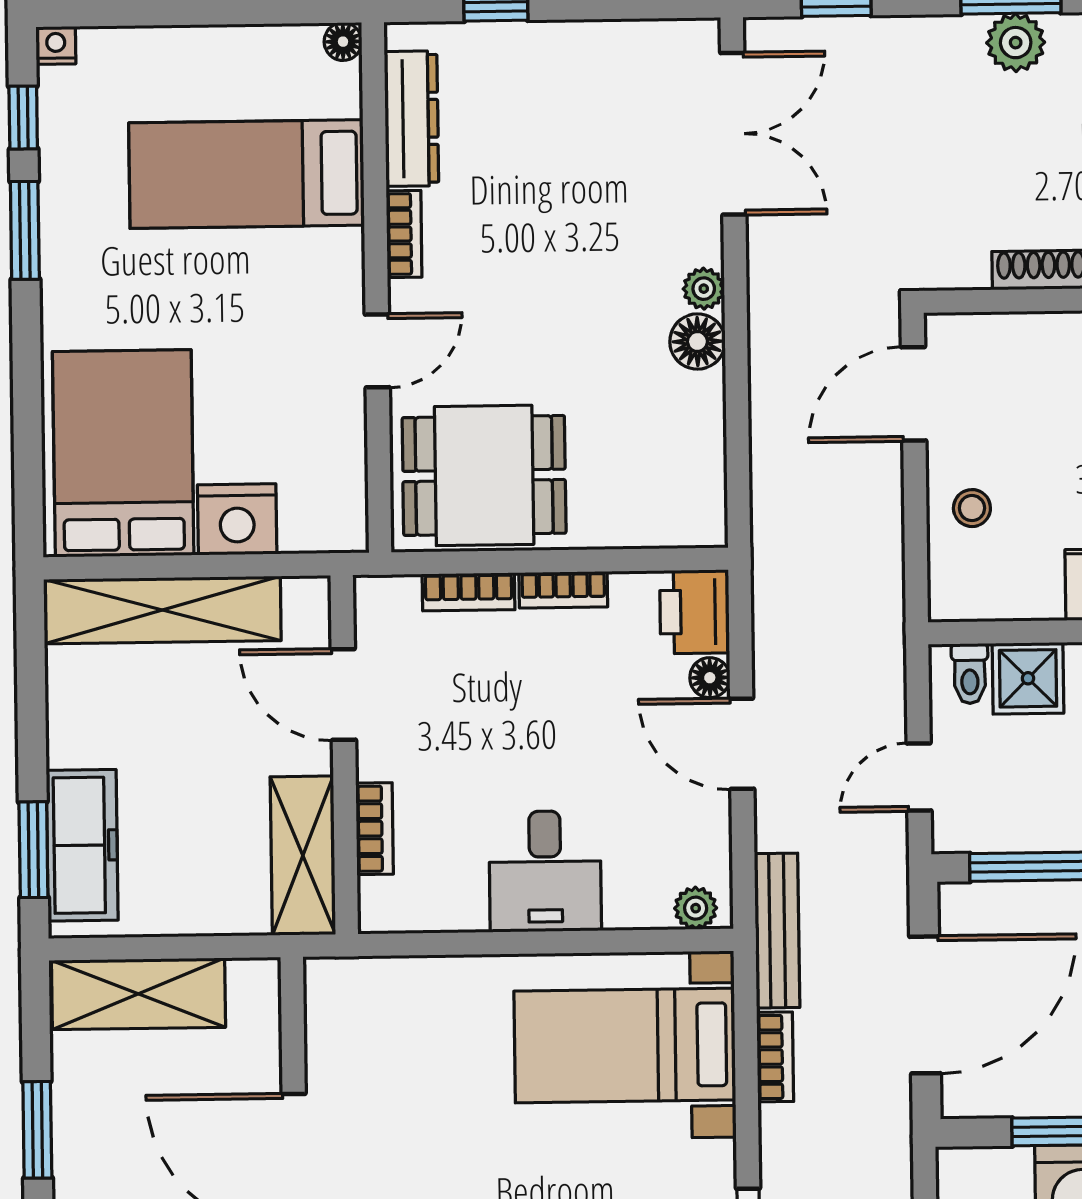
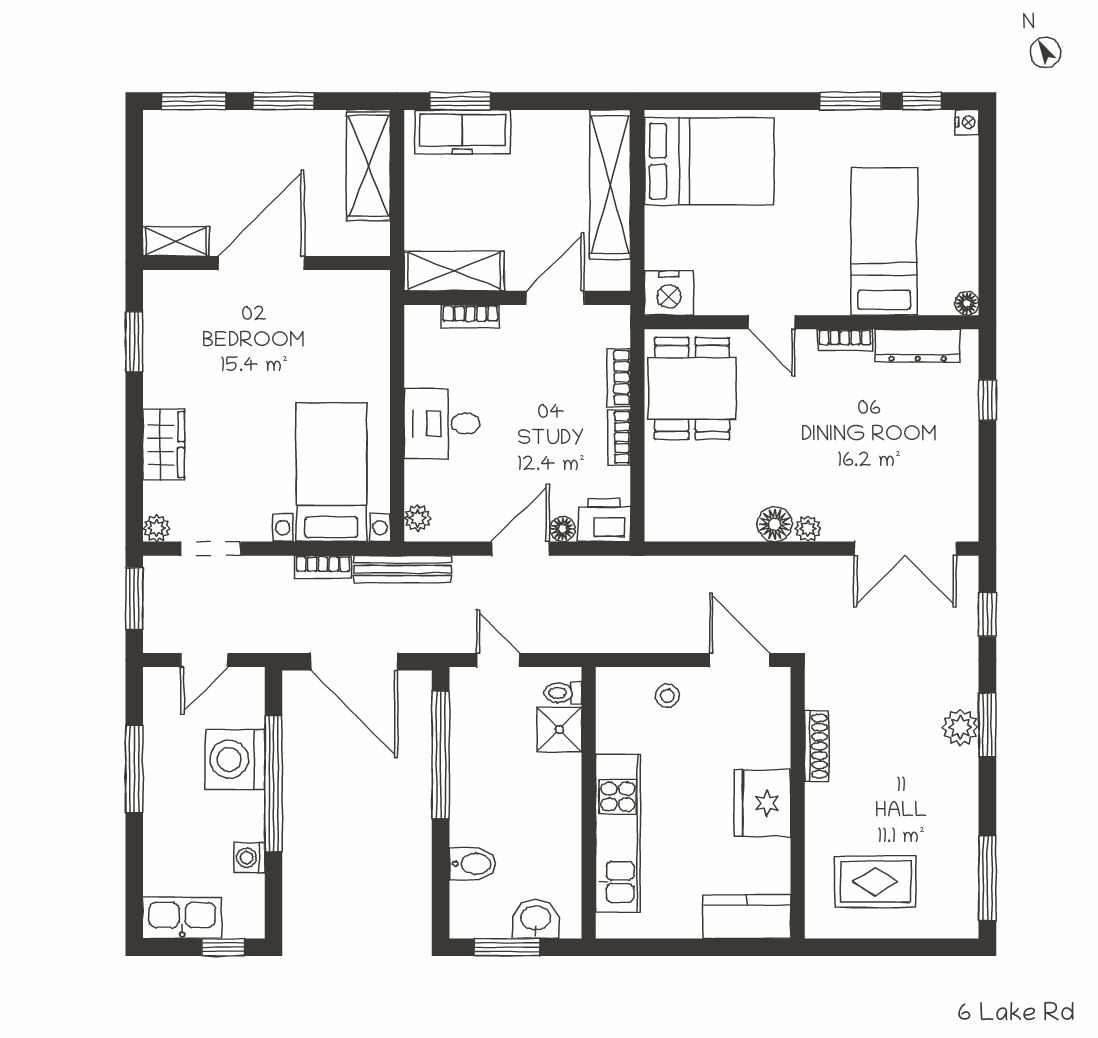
nightstand: (237, 519) -> (669, 293), moved, turned -90

